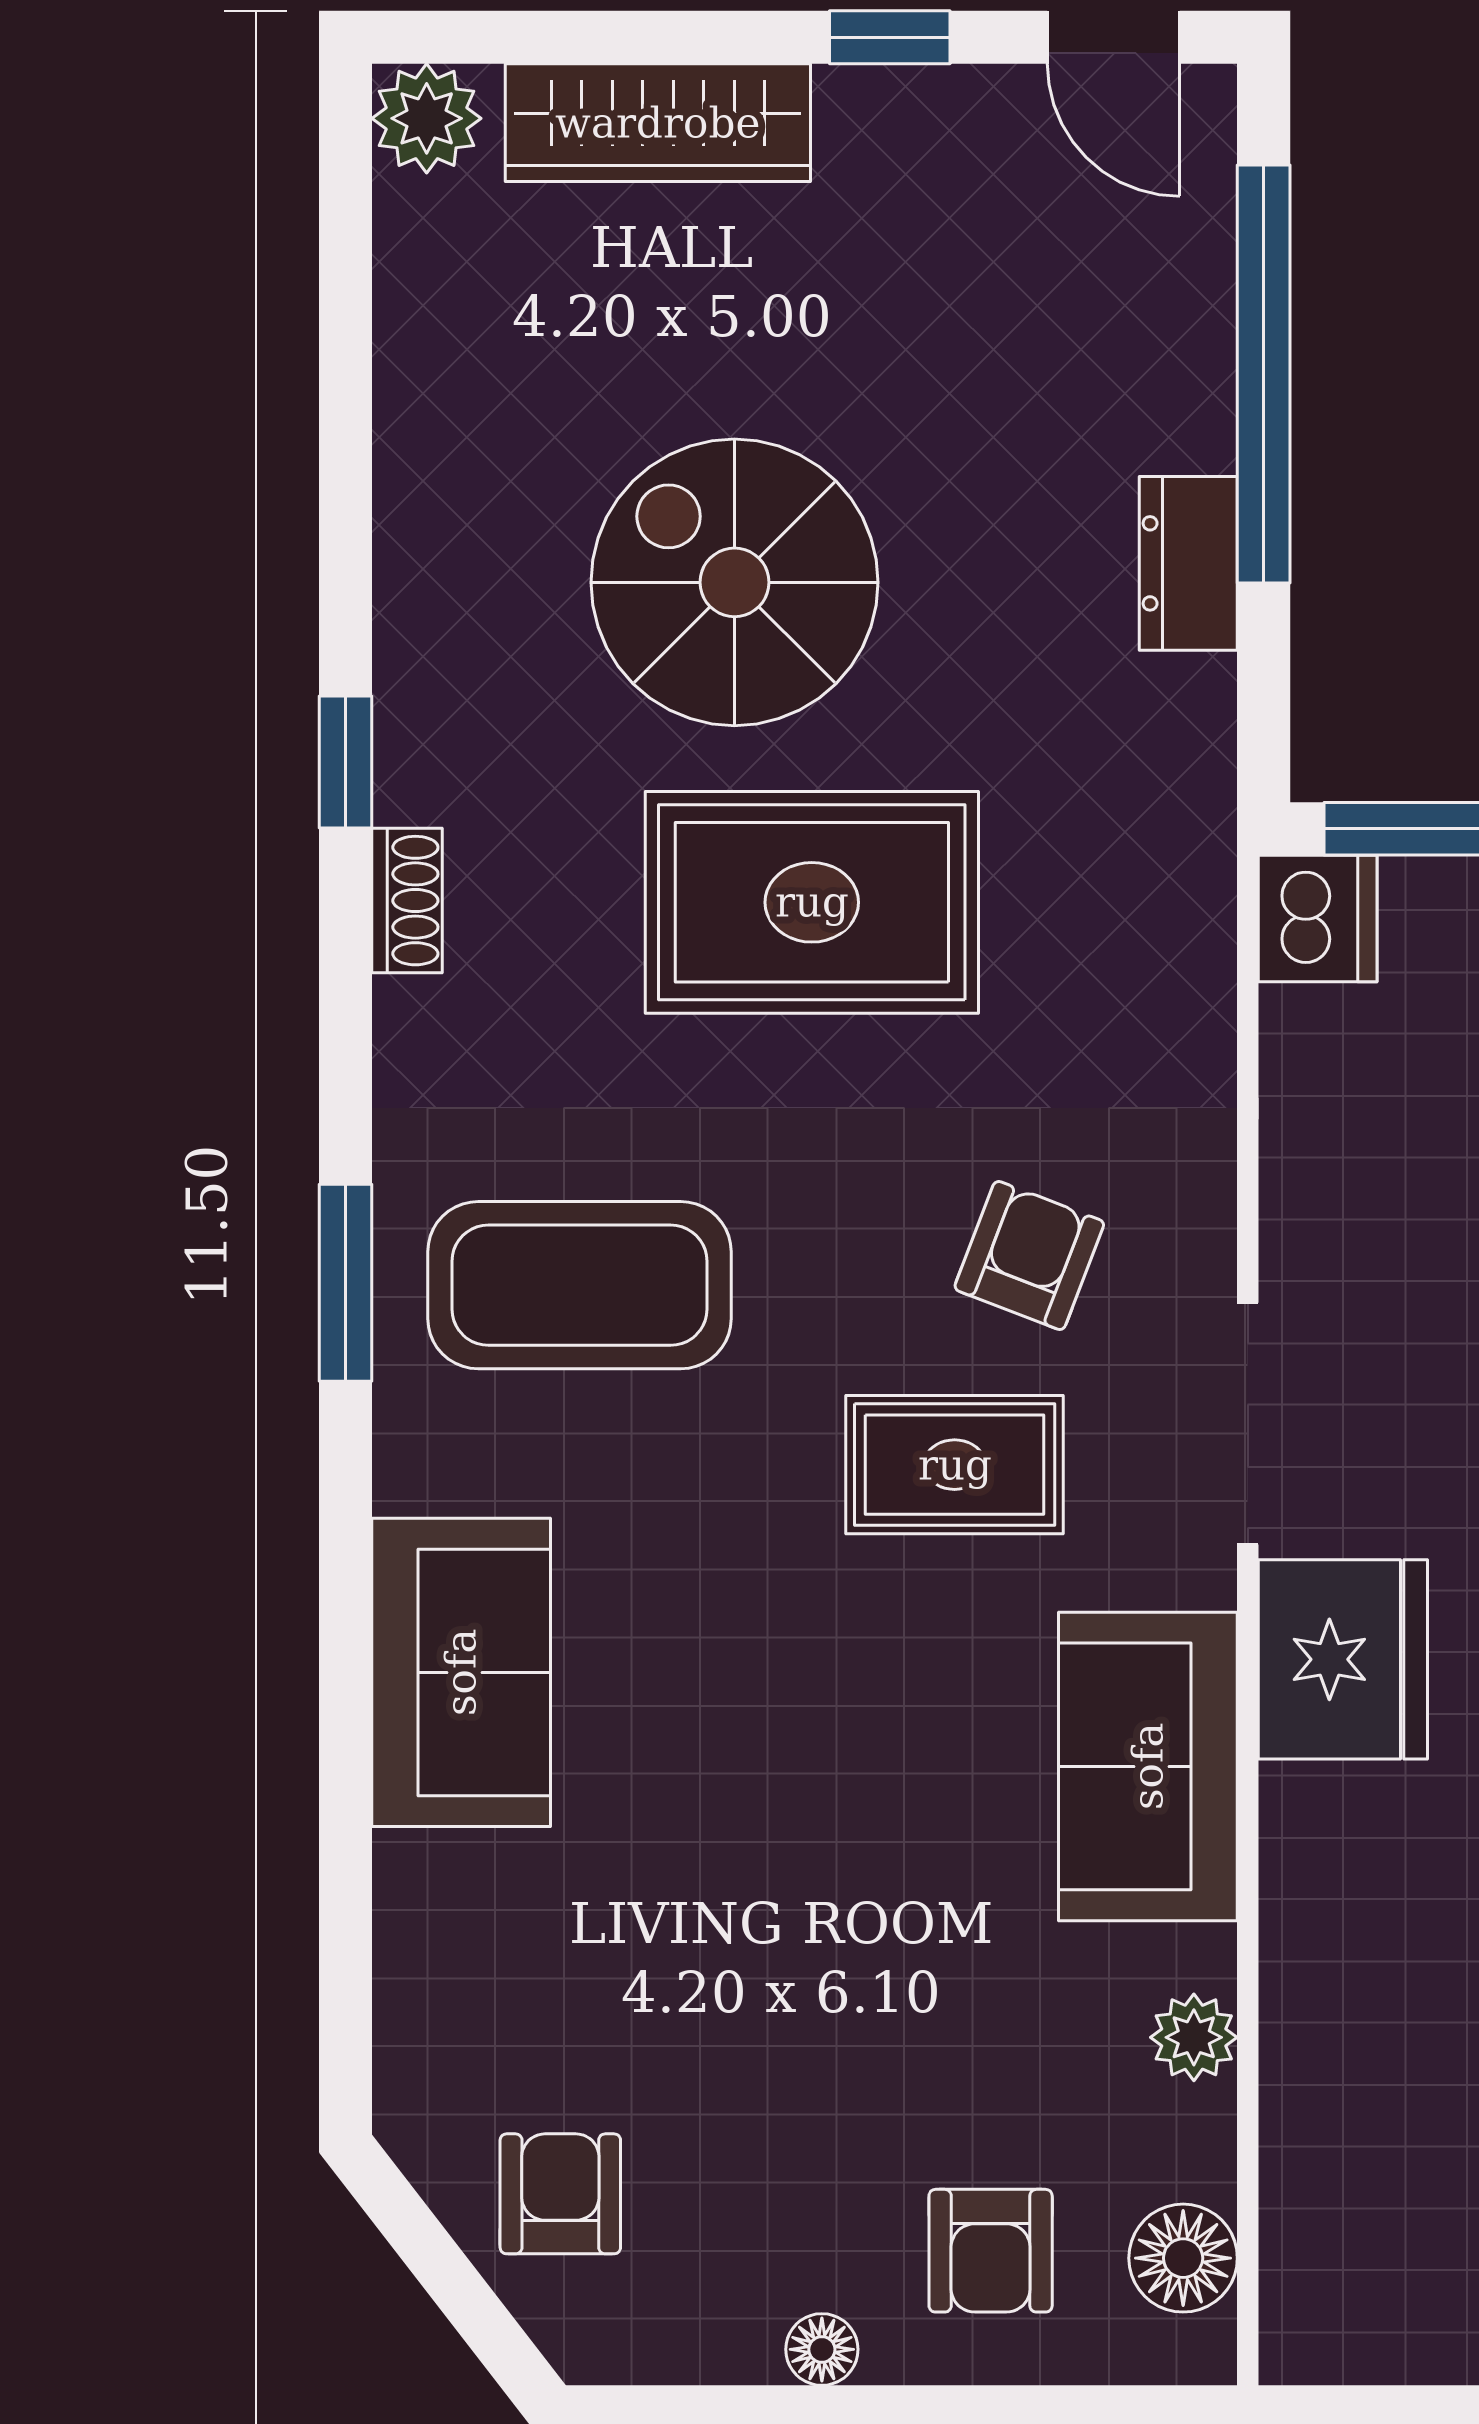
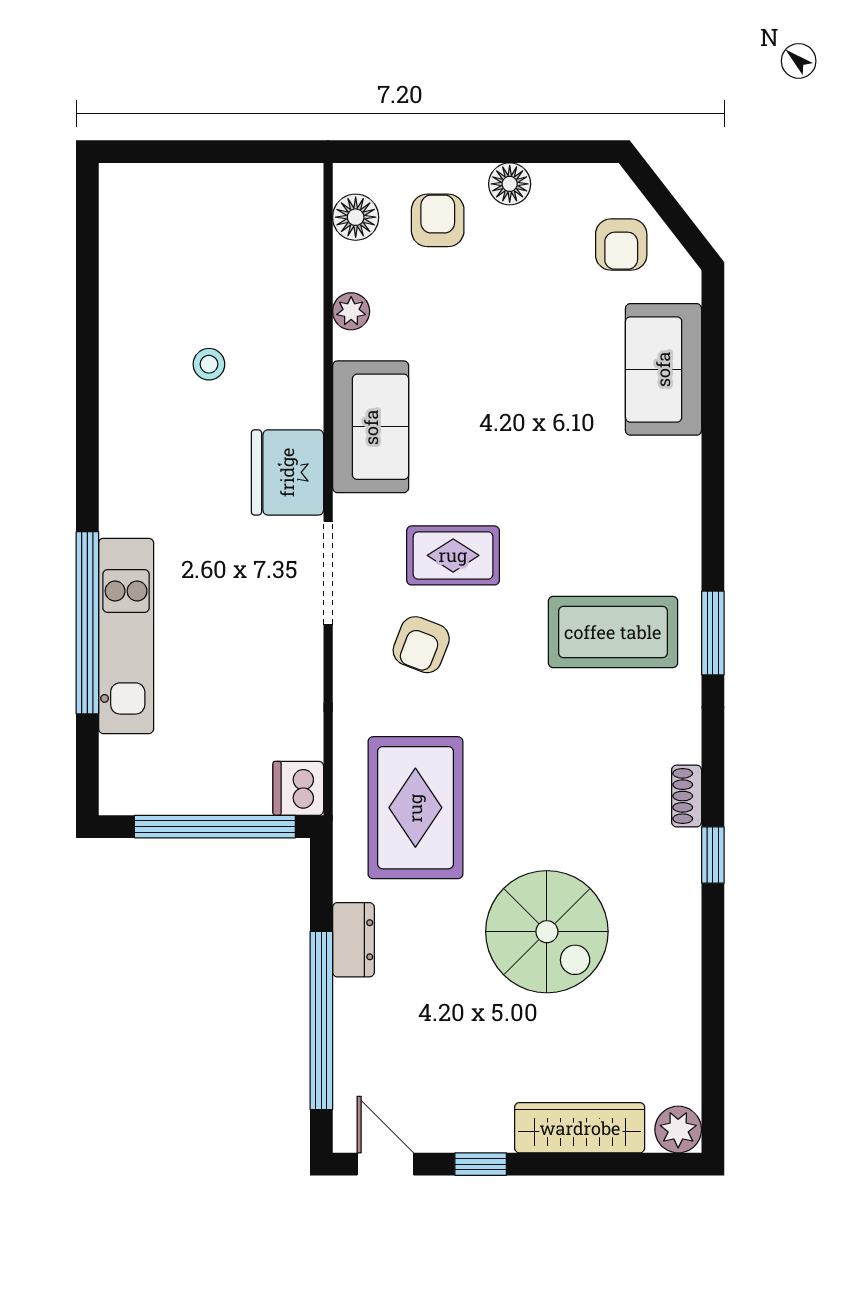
rug: (812, 902) -> (415, 808), moved, turned 90
sofa: (461, 1672) -> (663, 369), moved
floor lamp: (822, 2349) -> (510, 184), width x1.37, depth x1.37

